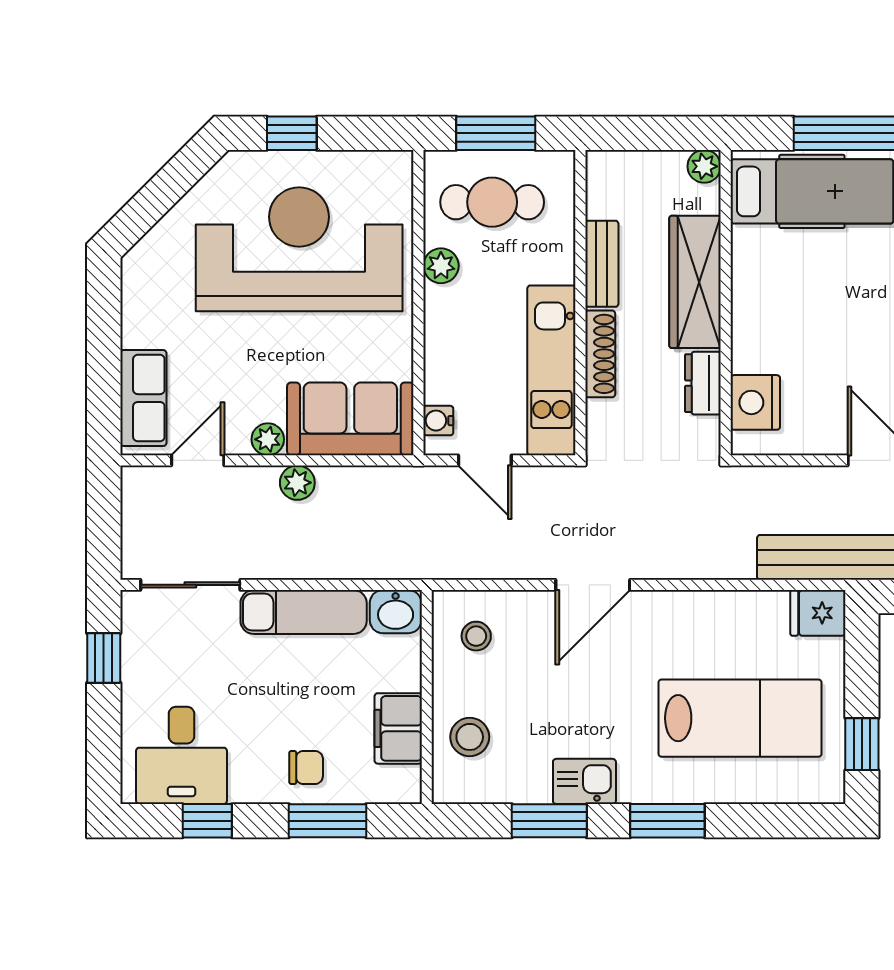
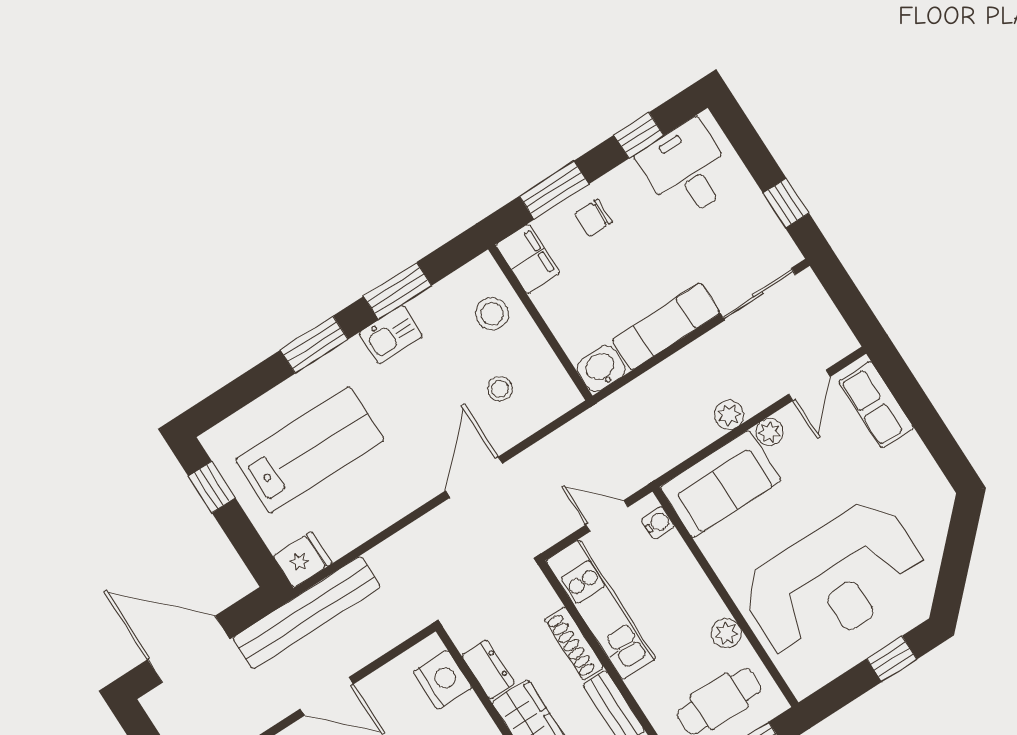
stool: (476, 636) -> (500, 389), moved
lab bench: (740, 718) -> (310, 450), turned 180
filing cabinet: (398, 728) -> (528, 259), moved

